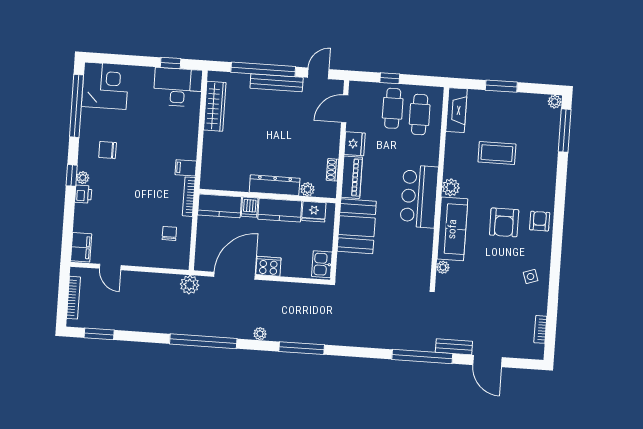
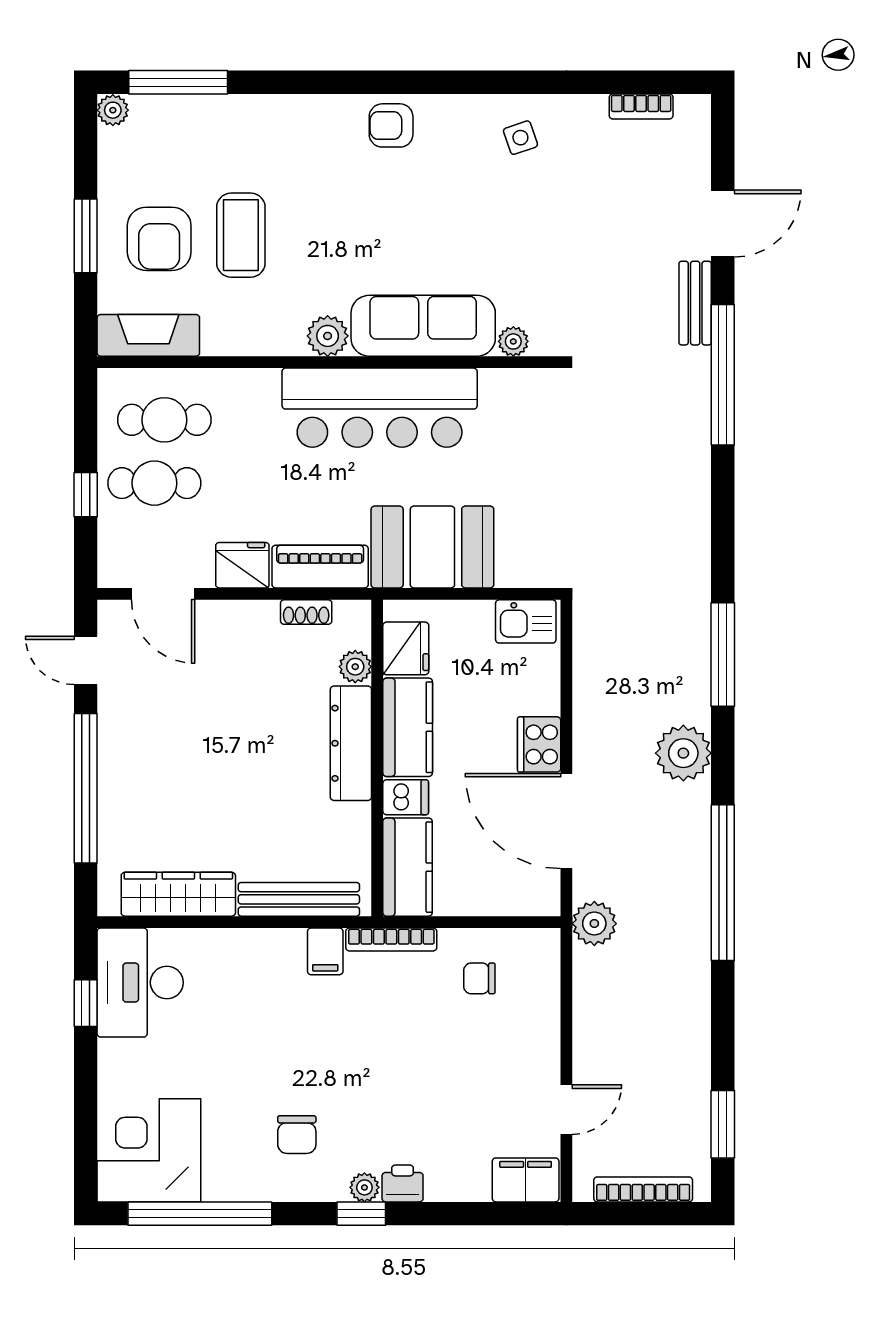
bench: (277, 83) -> (299, 899), moved, turned 90
bar counter: (419, 196) -> (380, 408), width x1.36
armchair: (504, 222) -> (159, 239), moved, turned 90
plant: (260, 334) -> (683, 753), width x1.88, depth x1.88

